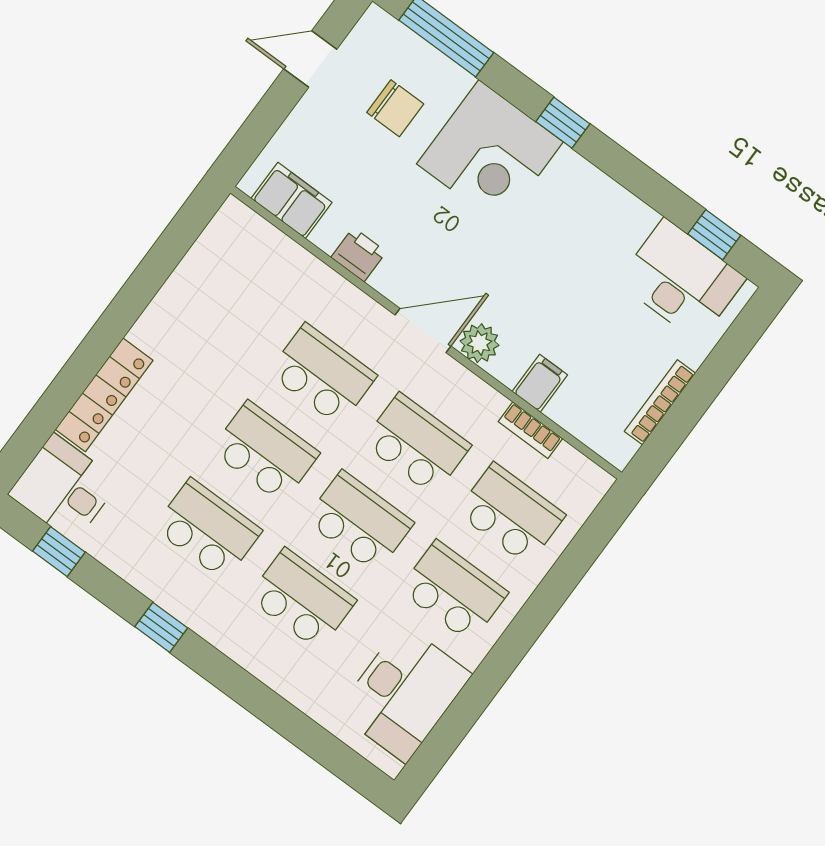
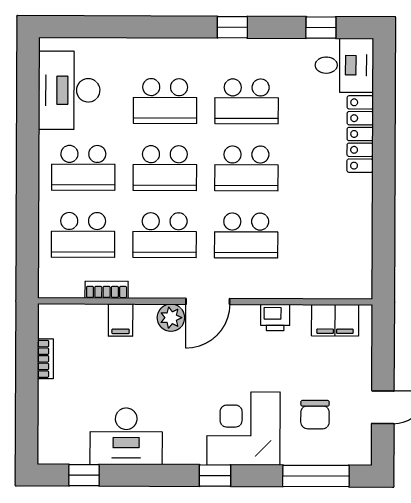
chair: (395, 108) -> (315, 415), turned -90
desk: (681, 280) -> (126, 436), moved
bookcase: (660, 402) -> (45, 359), width x0.64

